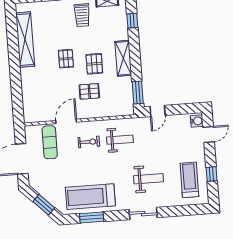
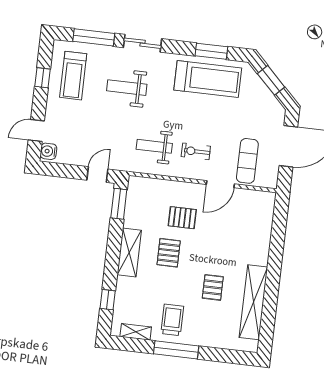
pallet: (66, 59) -> (213, 287), moved
window: (180, 211) -> (94, 37), added

